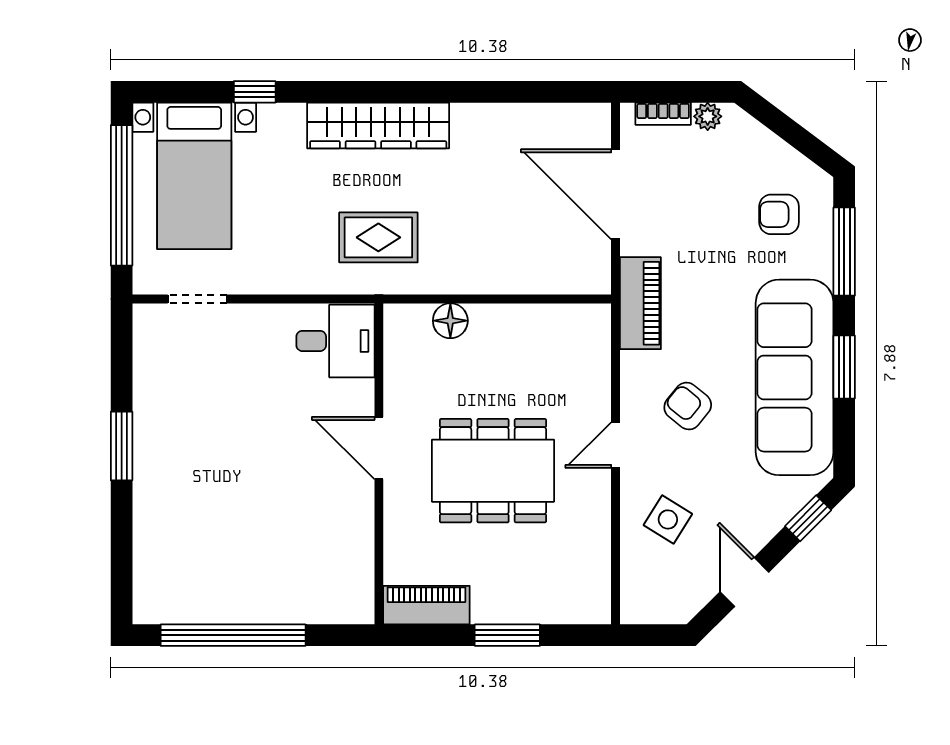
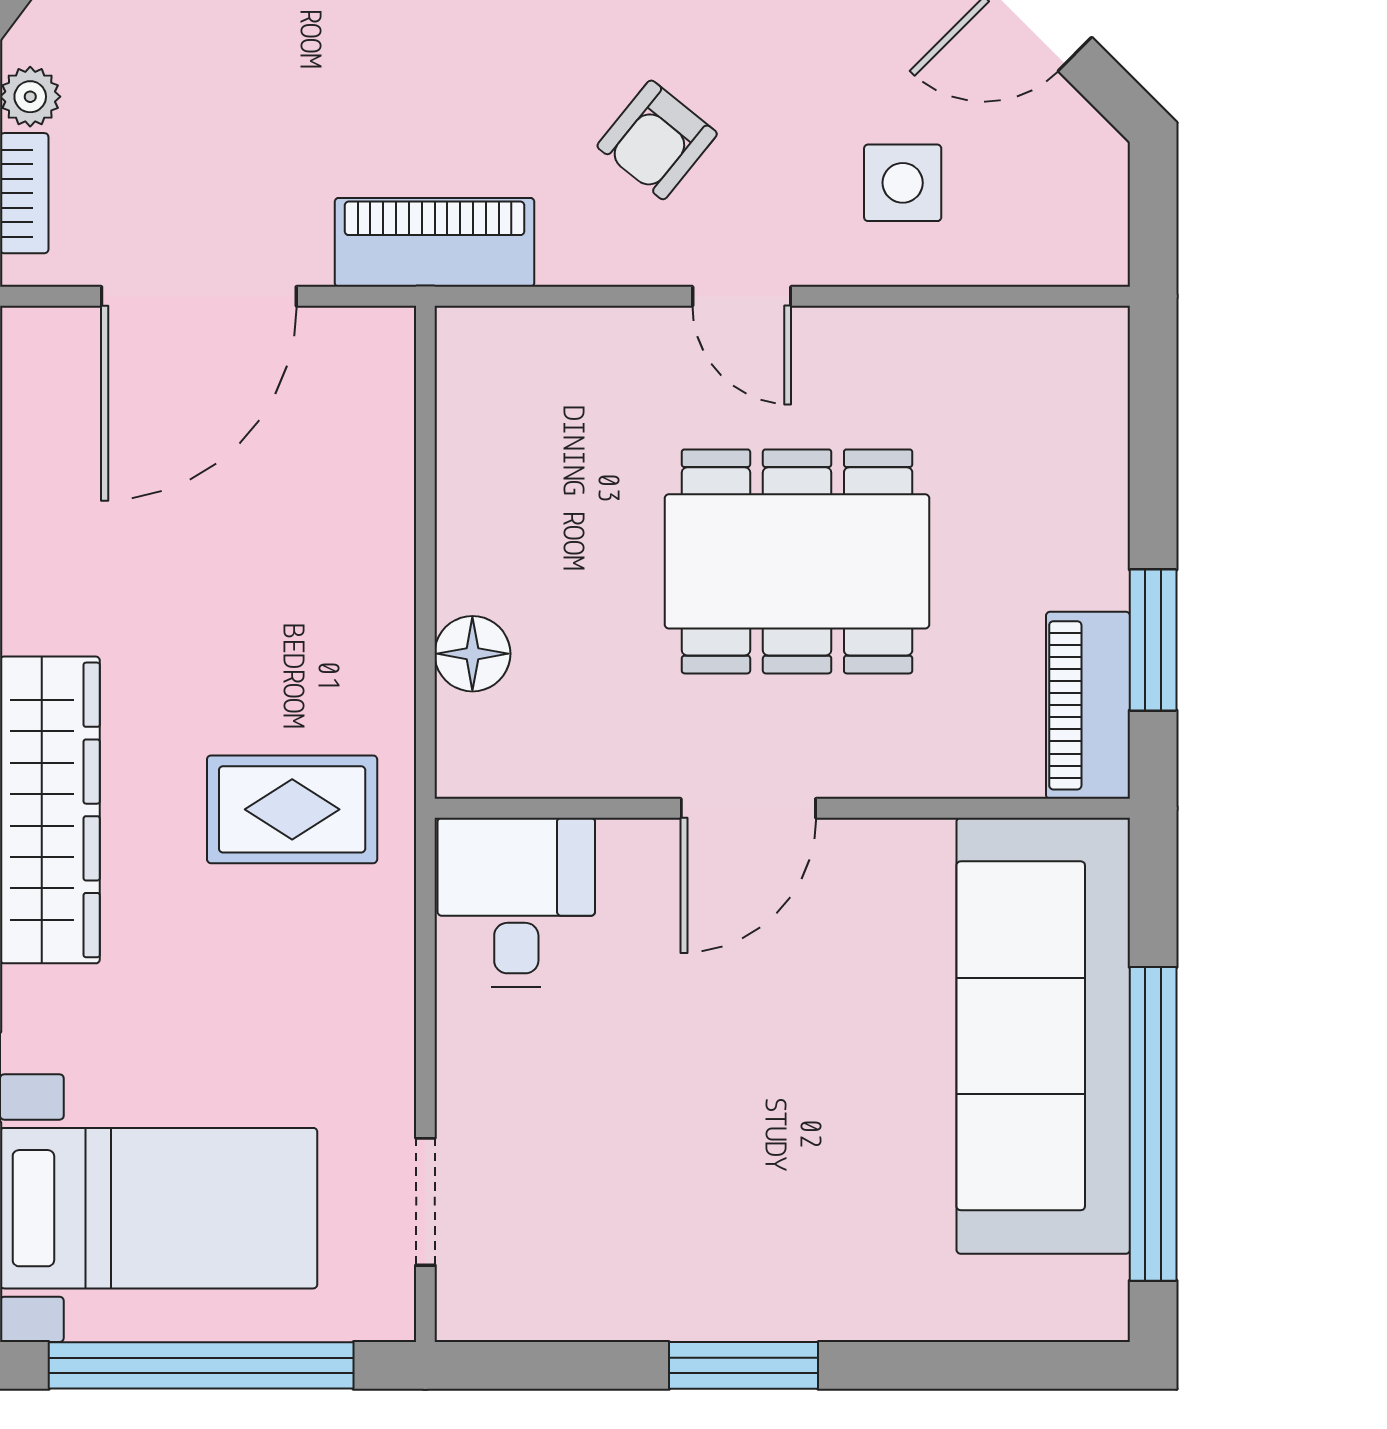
rug: (378, 237) -> (292, 809), turned 90
dining table: (493, 471) -> (797, 561), turned 90
side table: (668, 519) -> (903, 183), turned -32
sofa: (274, 584) -> (1043, 1036), added
window: (507, 635) -> (1153, 640), moved

